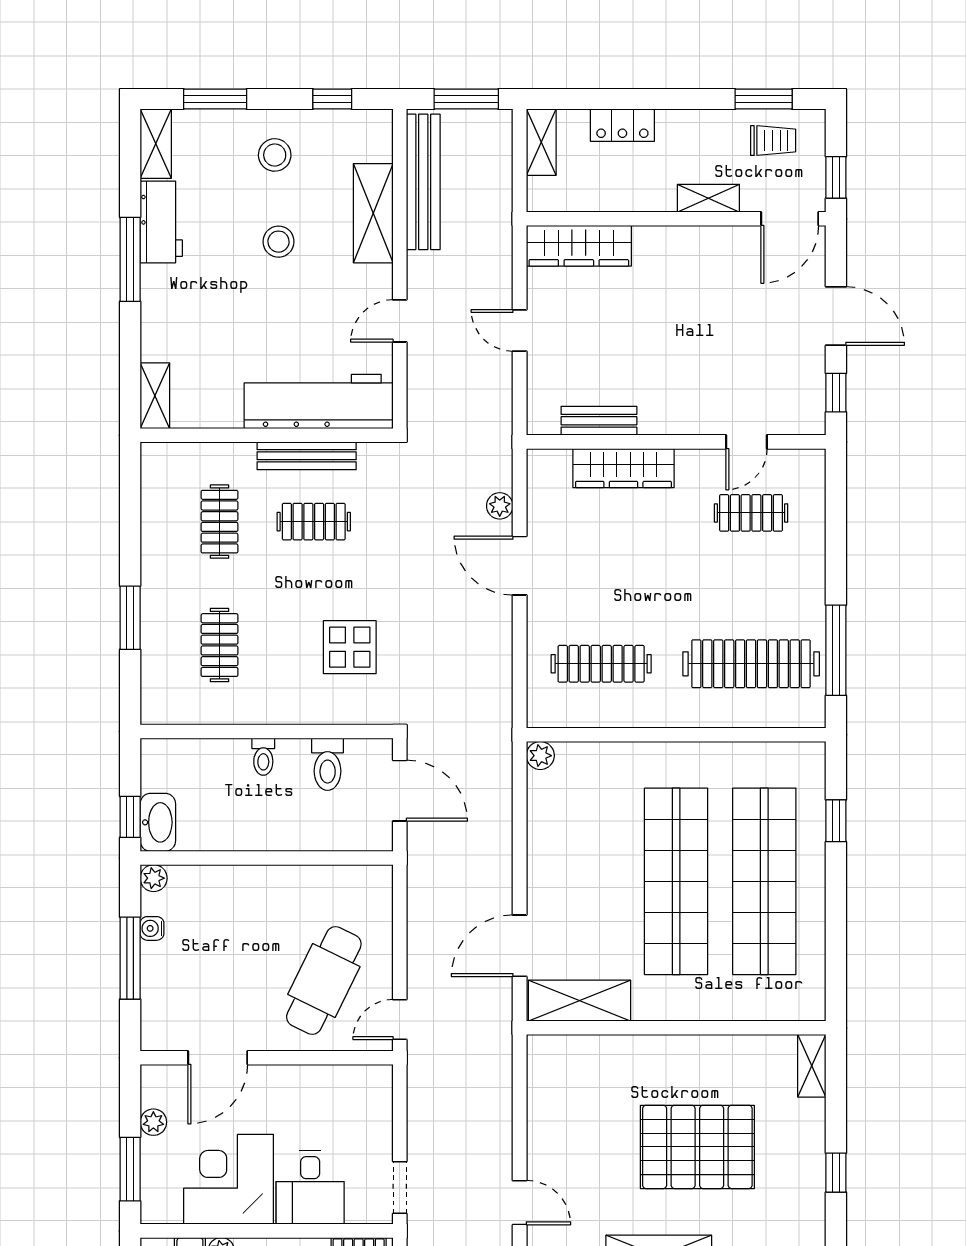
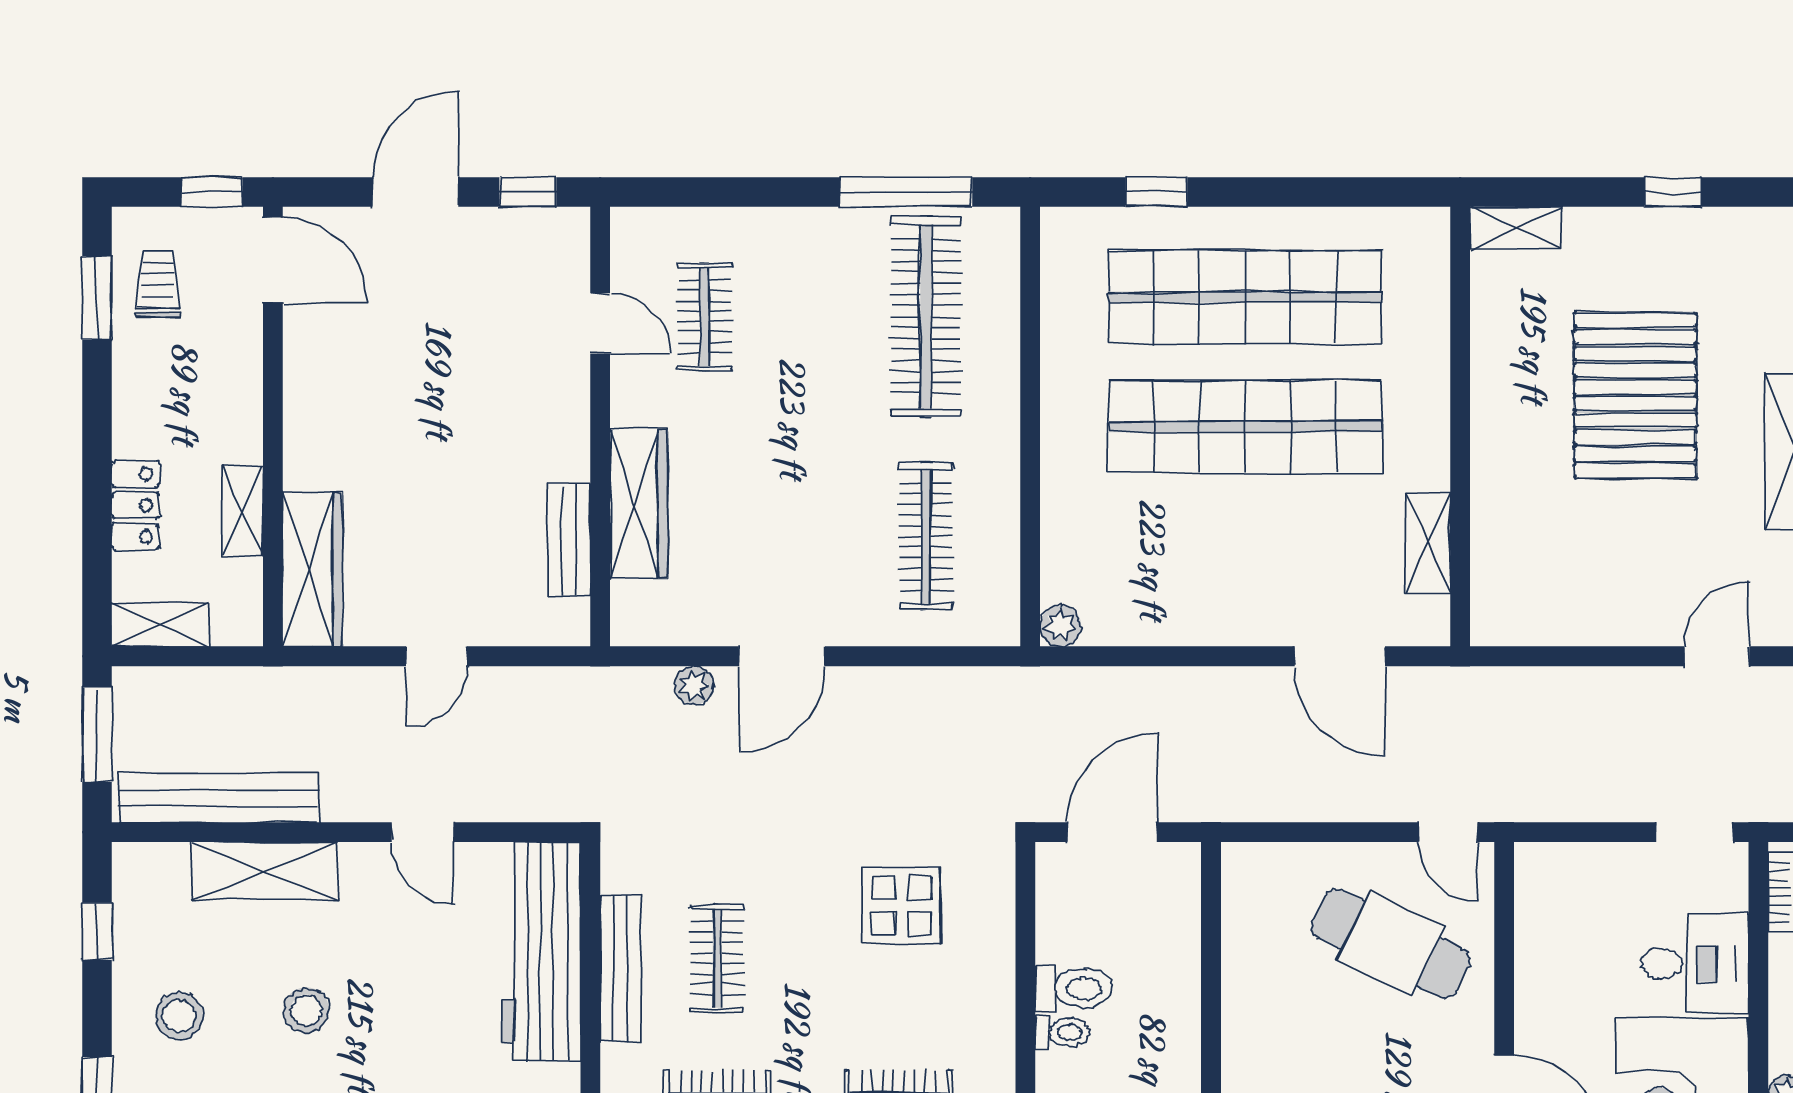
shelving: (708, 198) -> (243, 511), moved
toilet: (328, 764) -> (1073, 989), moved
shelving: (580, 1001) -> (1428, 543), width x0.67, depth x0.75

